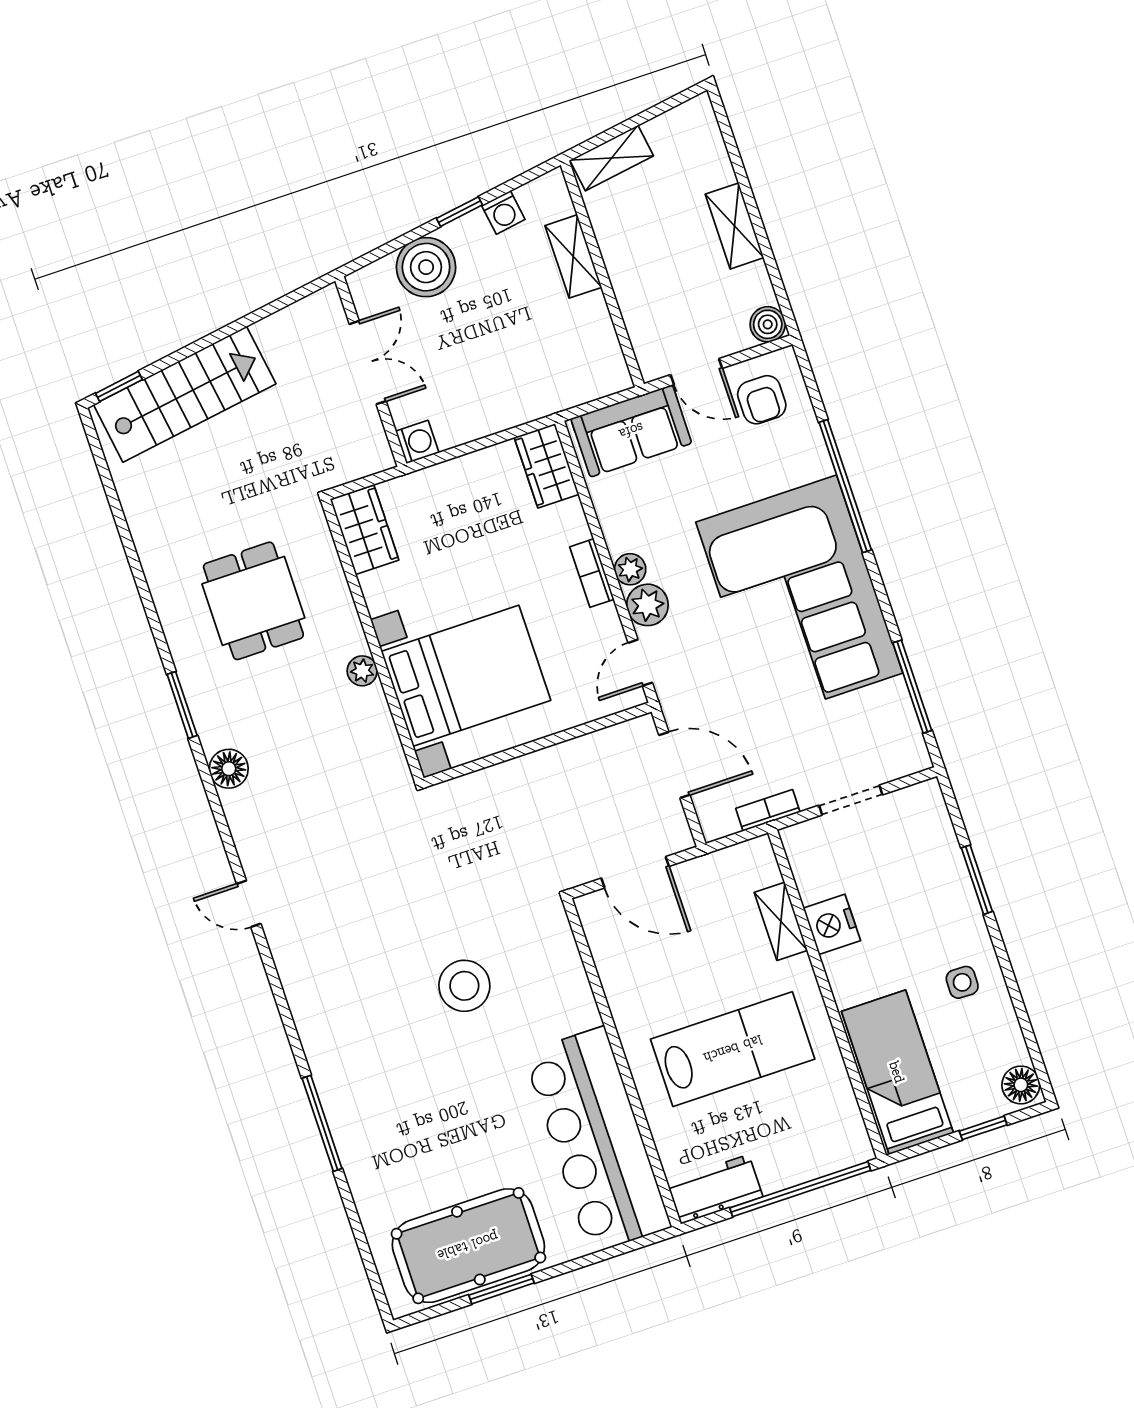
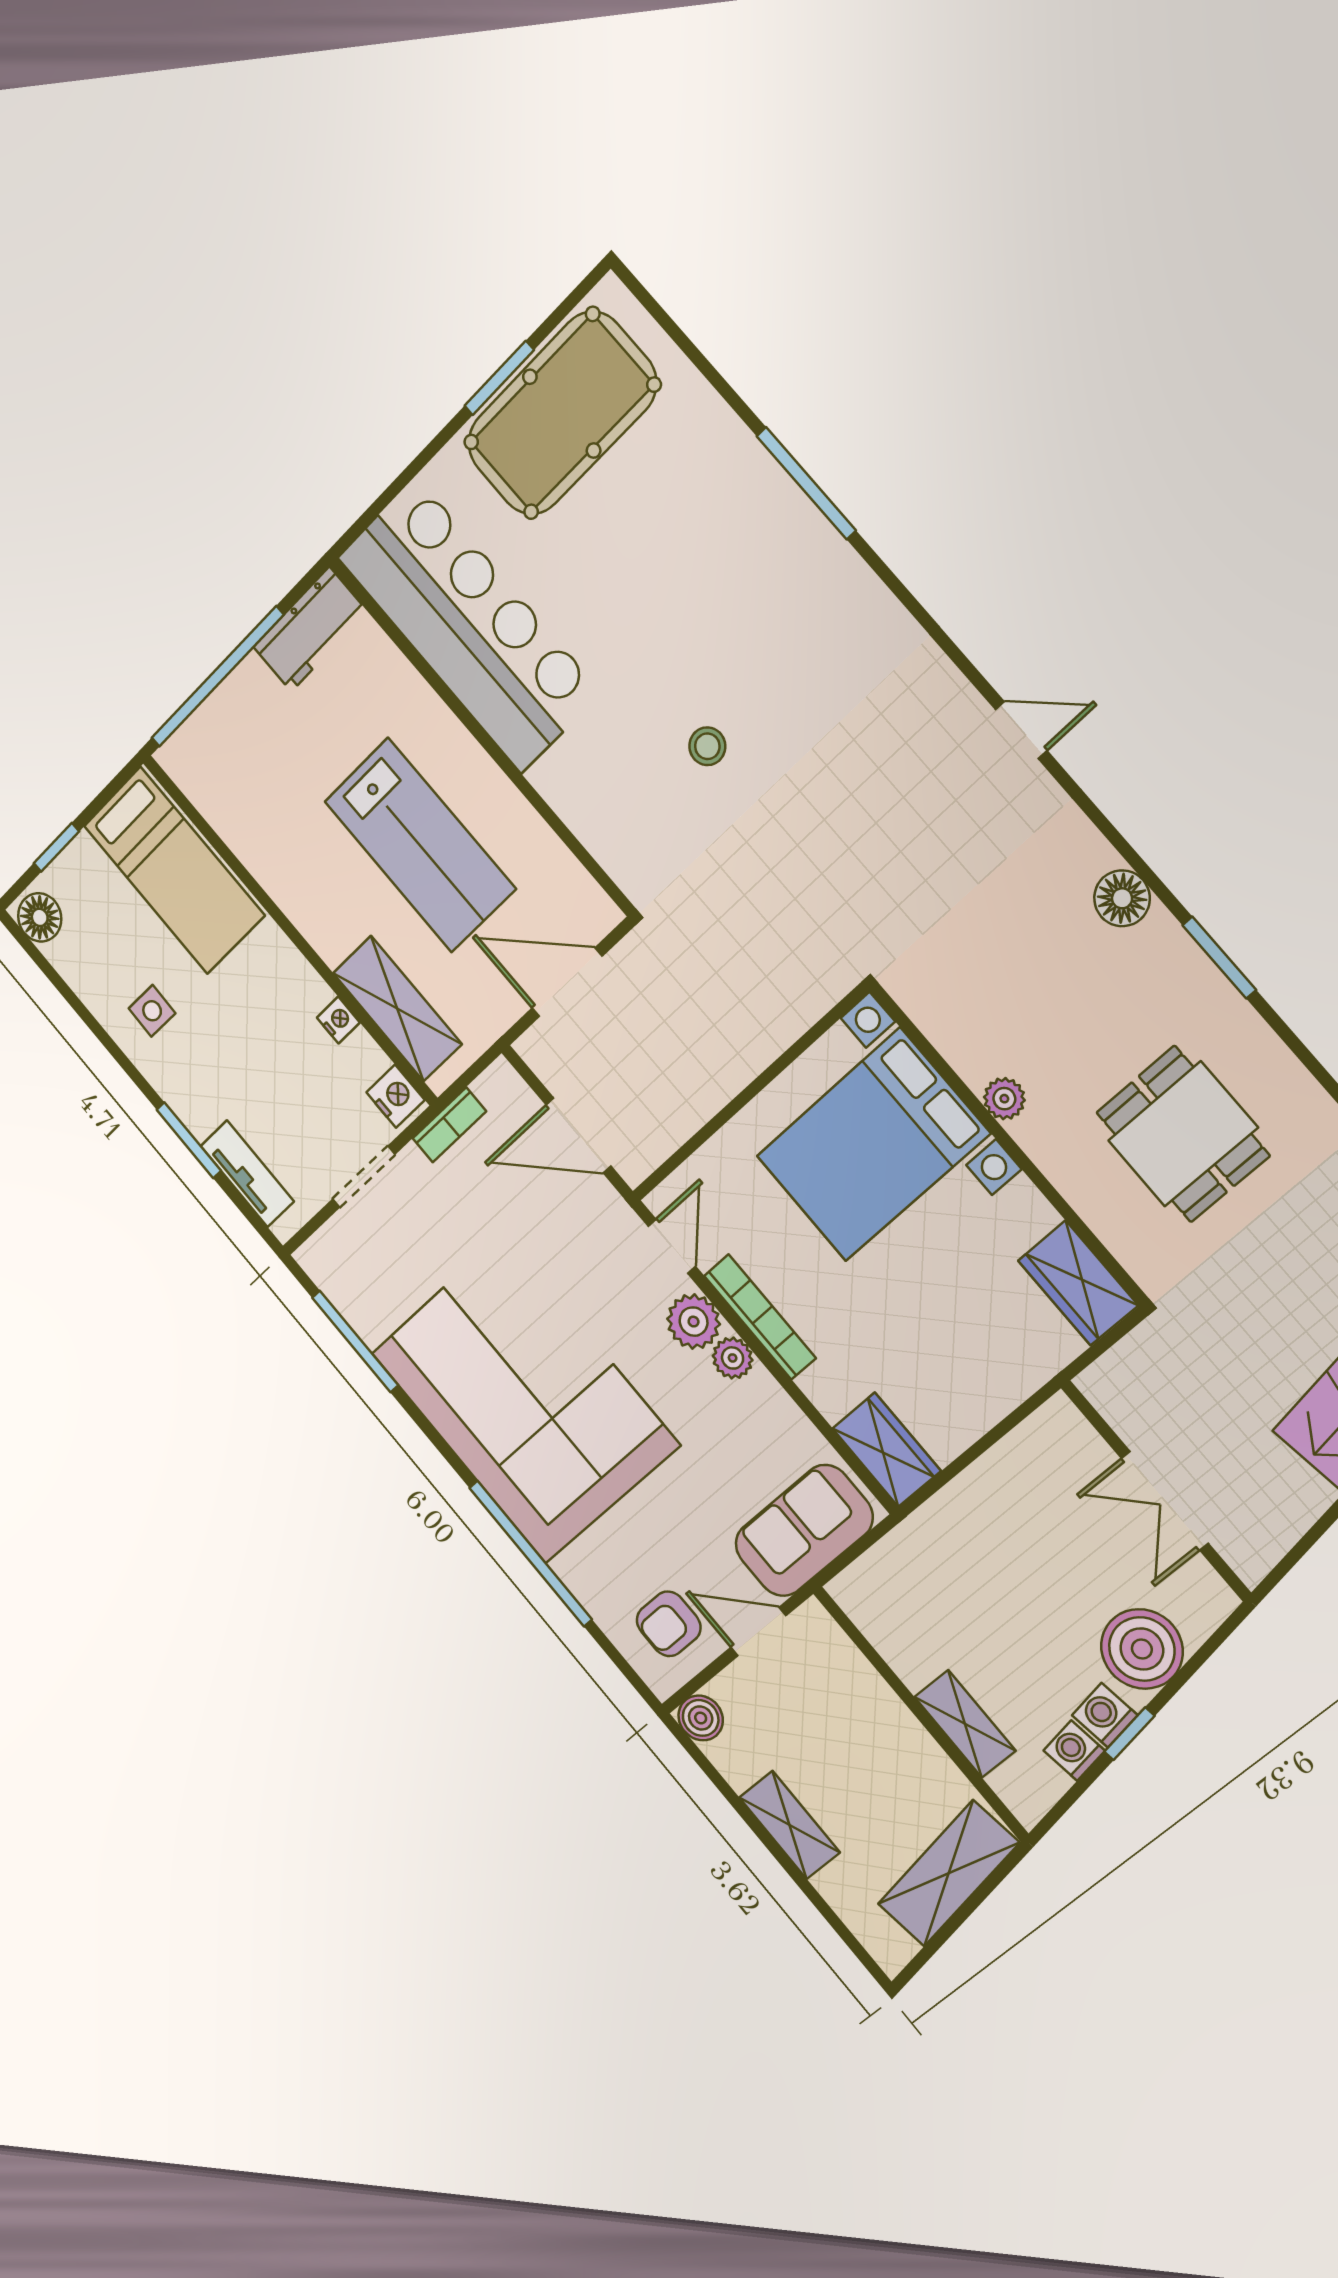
shelving: (612, 158) -> (948, 1873), width x1.50, depth x1.33
armchair: (762, 400) -> (669, 1624), turned -90
washing machine: (417, 442) -> (1105, 1715), moved, turned 81
bookcase: (592, 573) -> (760, 1317), width x1.56
tv unit: (941, 838) -> (247, 1174), added
nightstand: (800, 846) -> (396, 1096), added
shelving: (781, 921) -> (397, 1009), width x1.50, depth x1.33
nightstand: (832, 924) -> (338, 1020), width x0.53, depth x0.56
stool: (464, 986) -> (707, 746), width x0.53, depth x0.53
lab bench: (733, 1049) -> (420, 845), moved, turned -90

